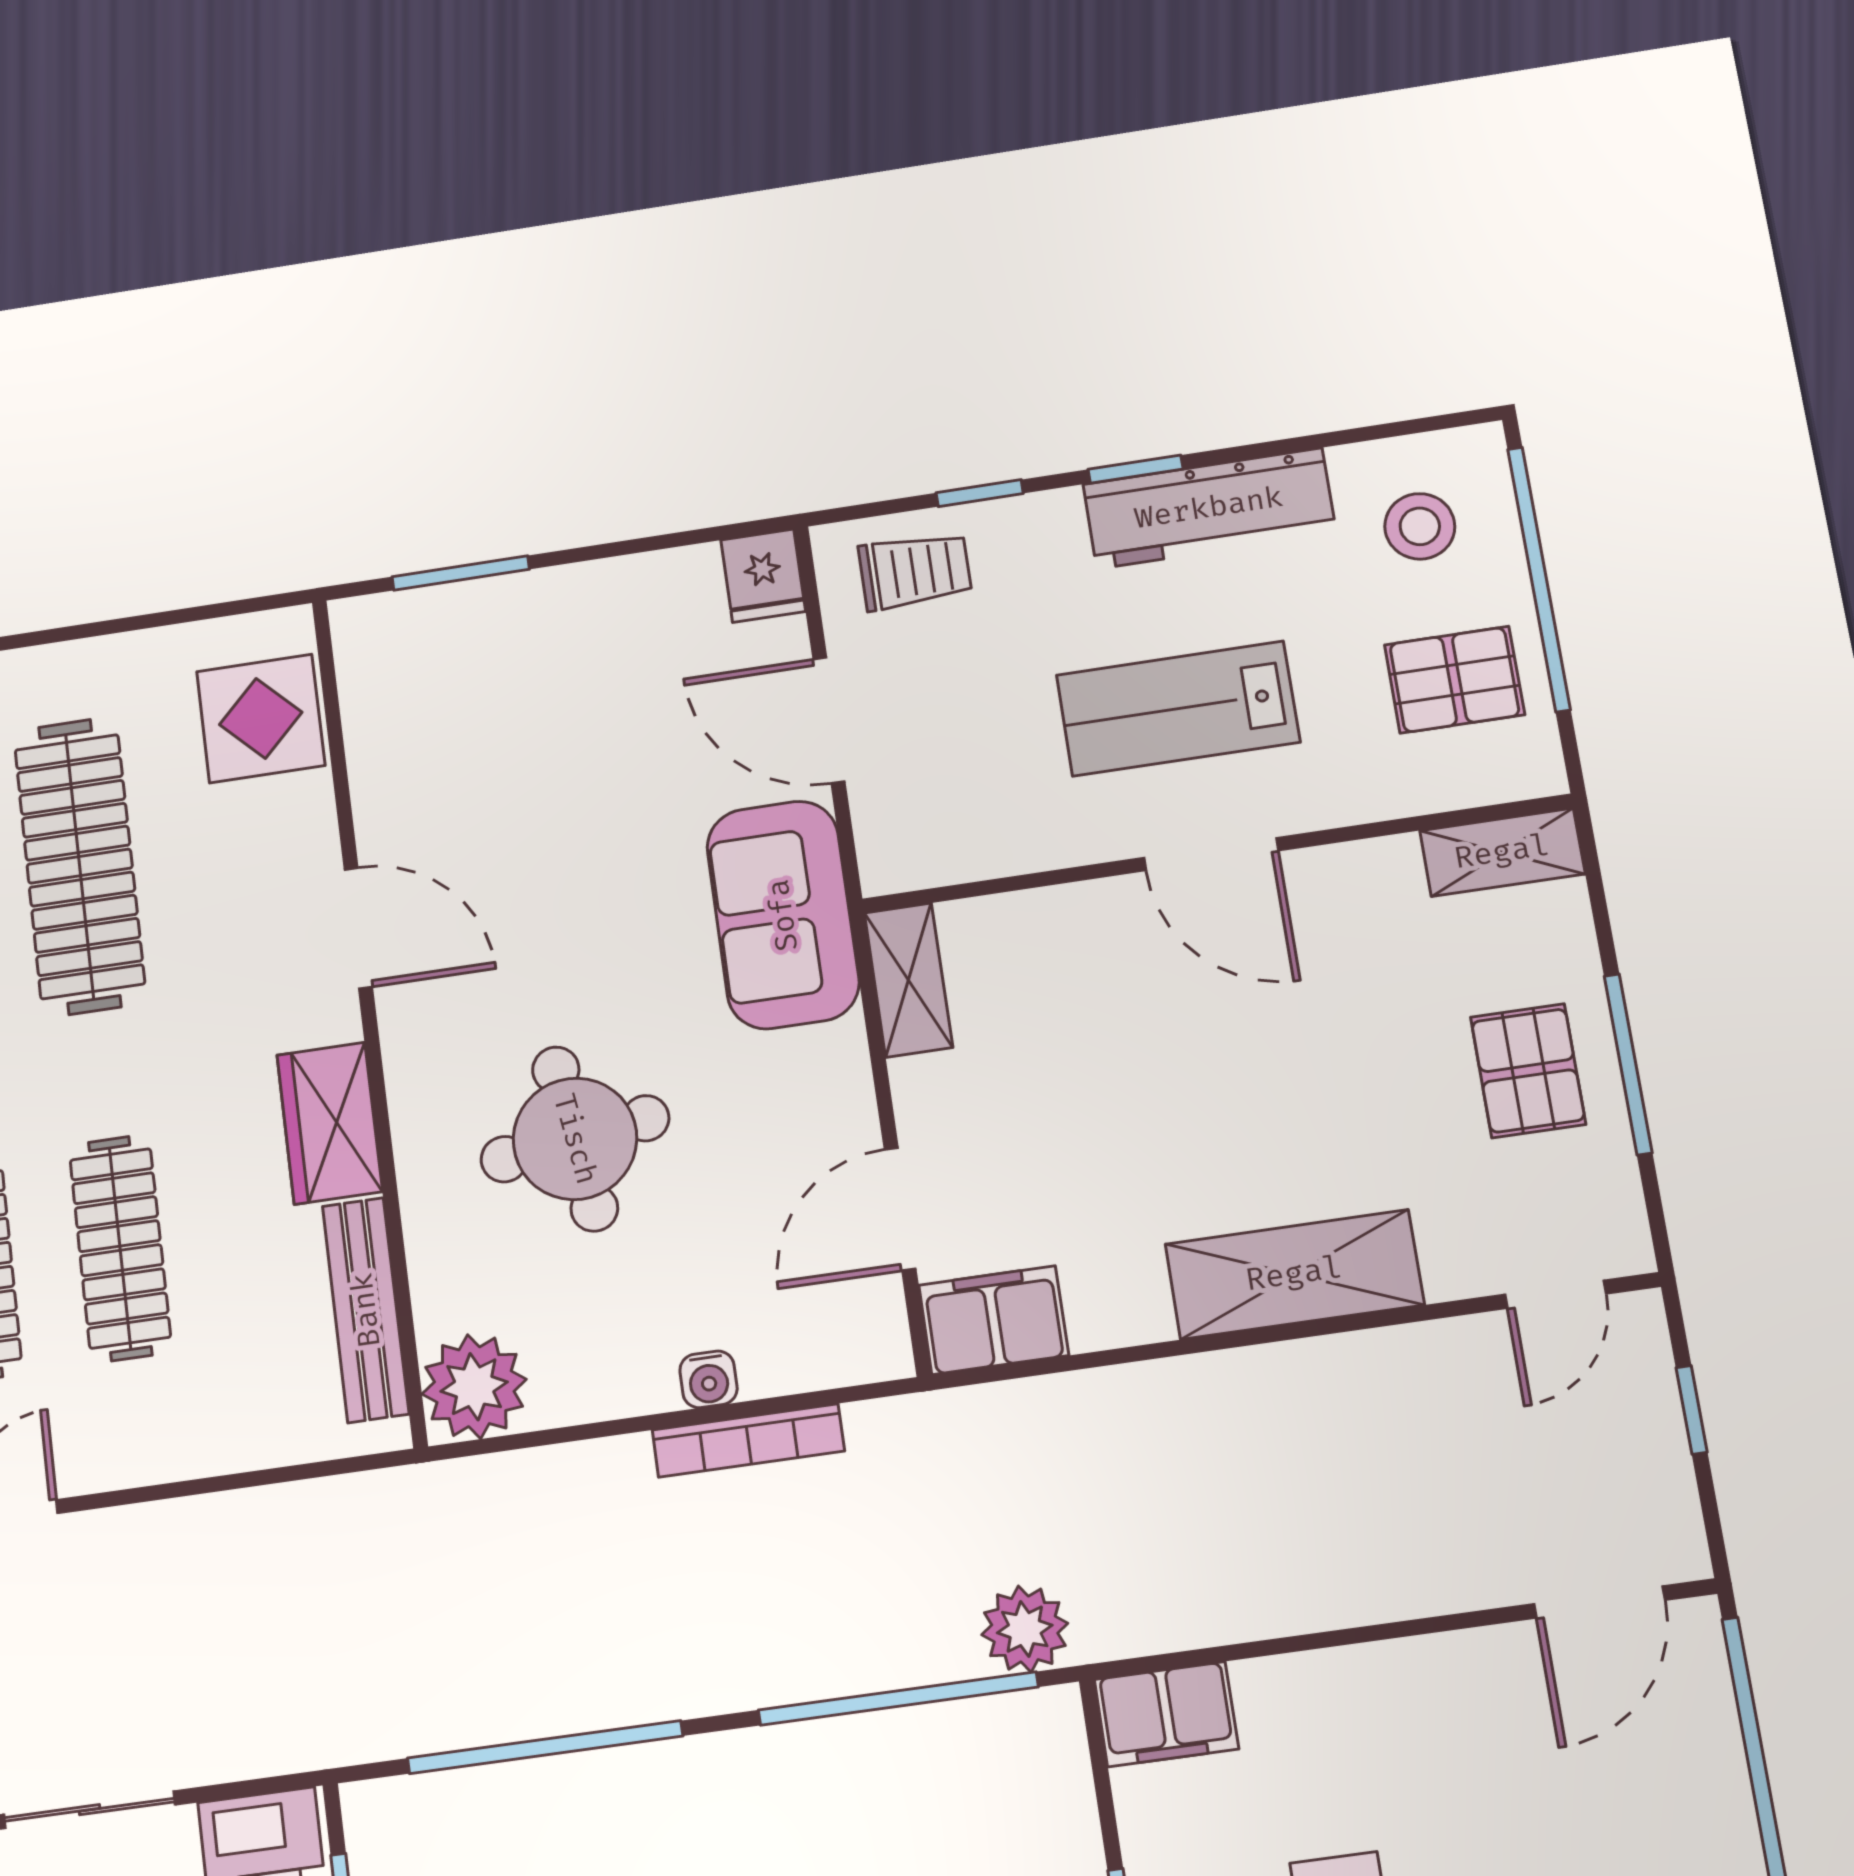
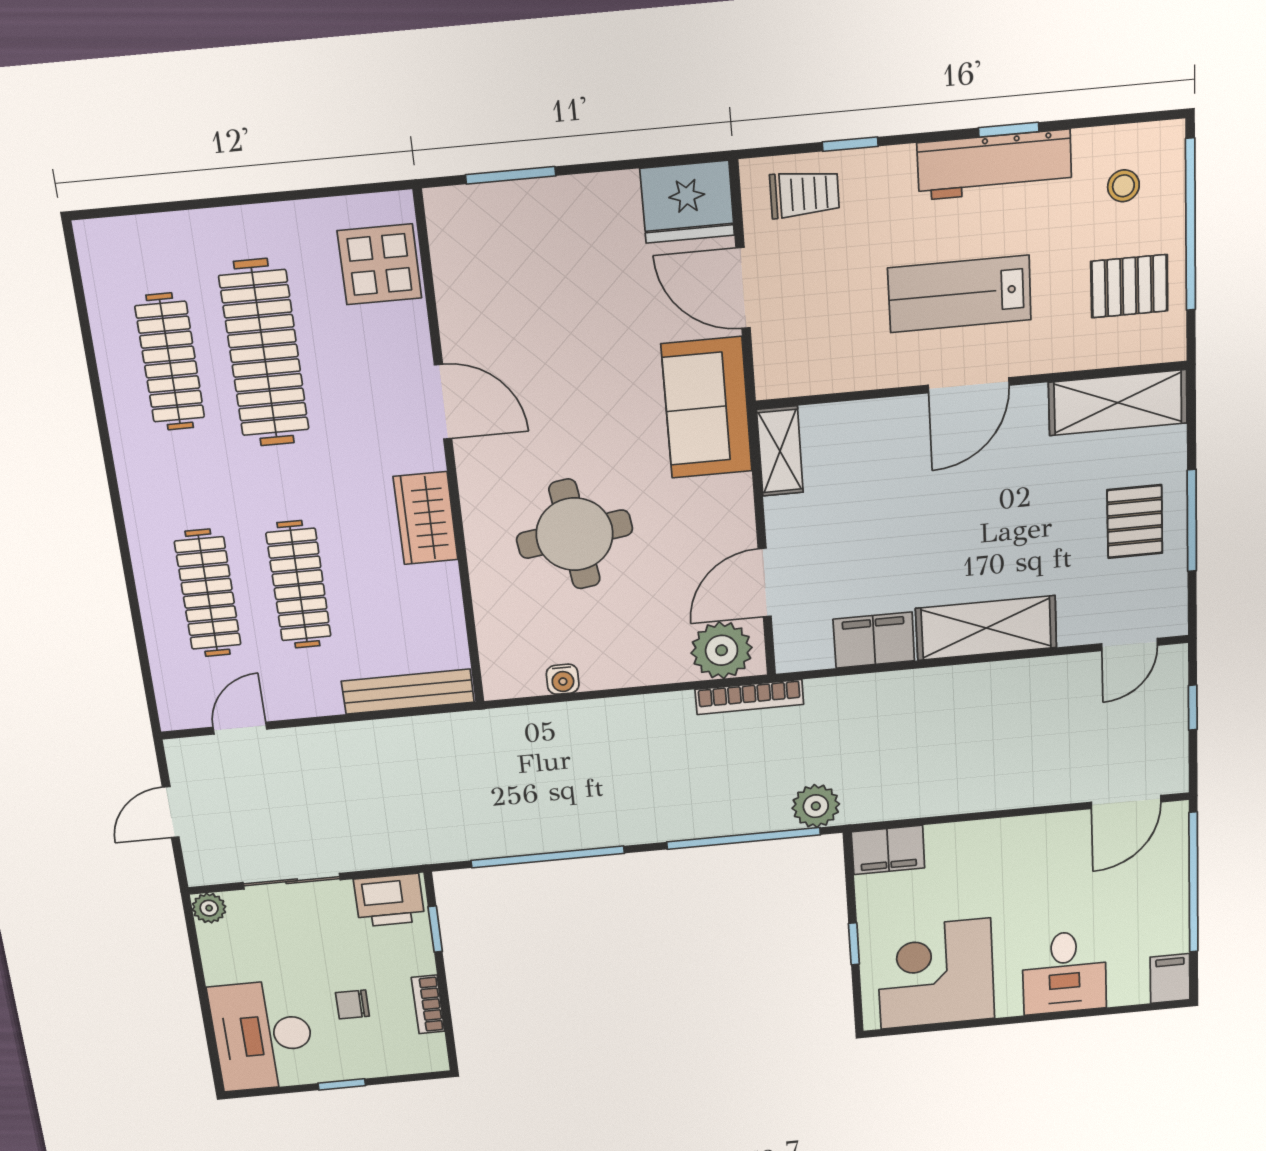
window: (1136, 469) -> (1009, 130), moved
stool: (1420, 526) -> (1123, 186), width x0.73, depth x0.73
fridge: (763, 576) -> (687, 202), width x1.88, depth x1.34
shelving: (1502, 852) -> (1118, 403), width x1.50, depth x1.33
door: (1211, 854) -> (969, 385), hinge flipped
bench: (366, 1310) -> (408, 692), moved, turned 90
filing cabinet: (994, 1320) -> (874, 640), moved
water cooler: (708, 1379) -> (563, 679), moved
plant: (474, 1387) -> (722, 650), moved
bookcase: (748, 1440) -> (749, 697), moved

